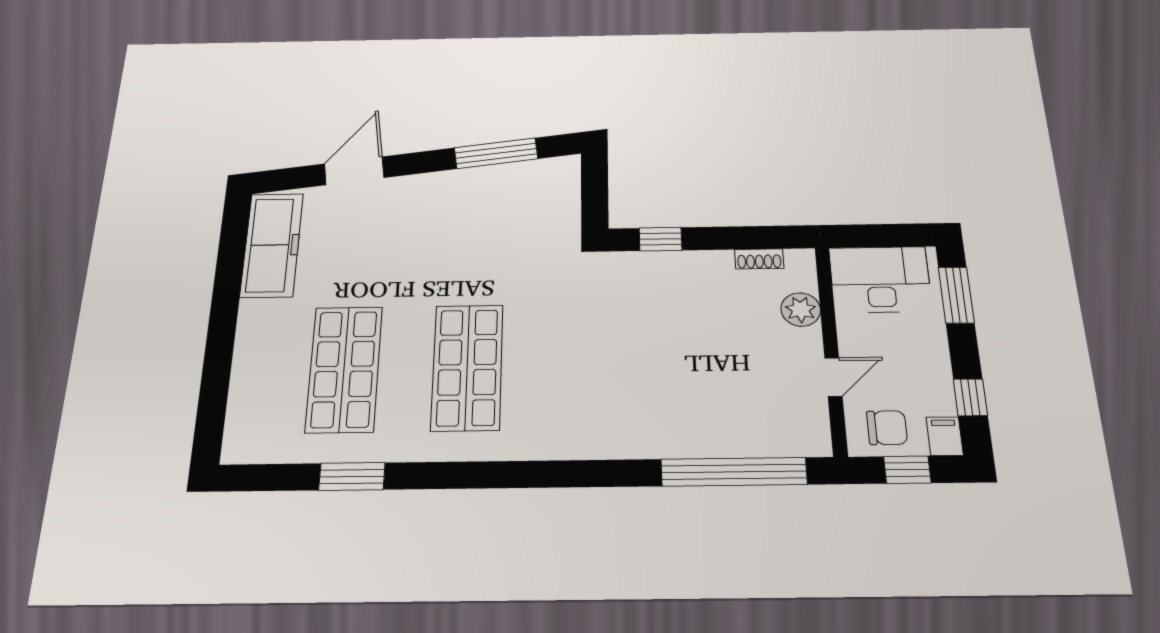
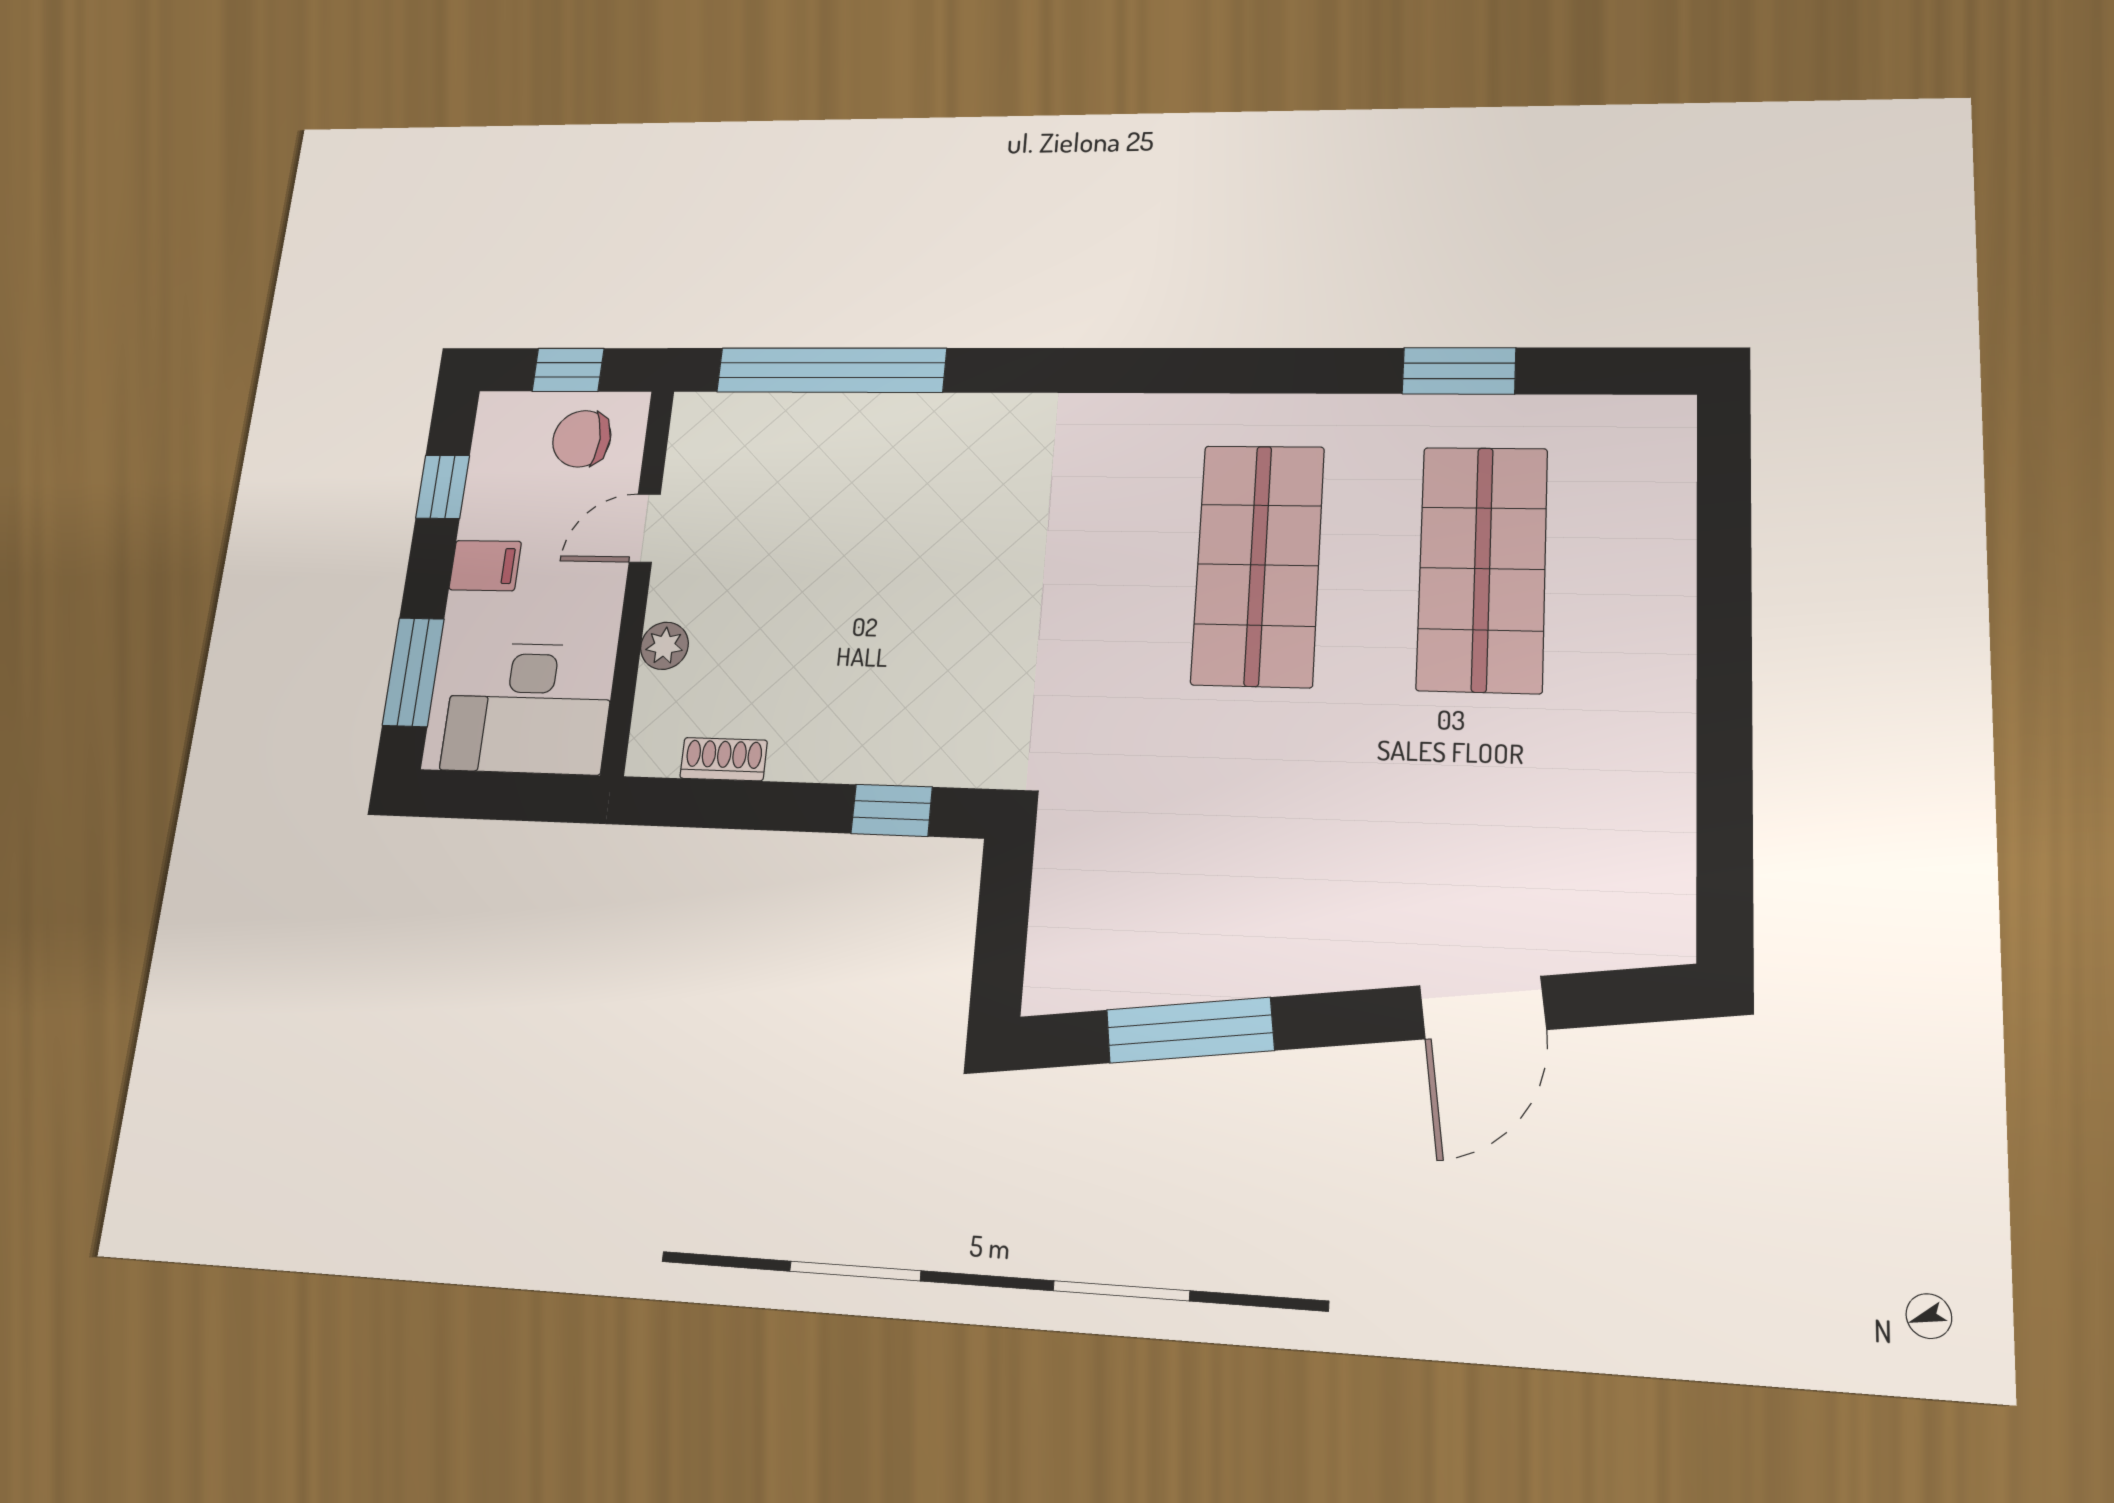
freezer: (272, 245) -> (1642, 839), removed
plant: (801, 310) -> (664, 646), width x0.73, depth x0.73
filing cabinet: (945, 436) -> (485, 566), moved, turned -90

